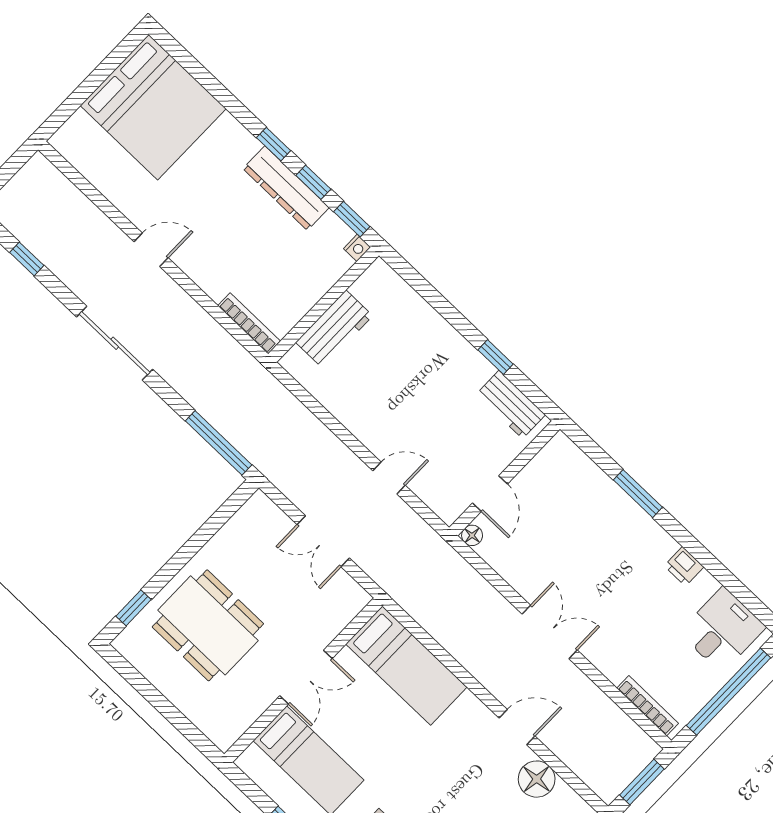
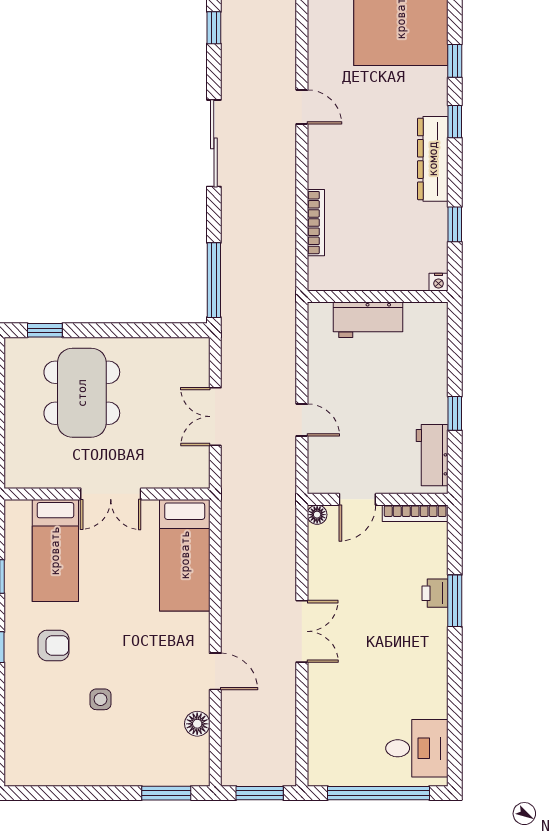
window: (313, 182) -> (455, 61), moved
nightstand: (357, 248) -> (439, 282), moved
wall: (324, 305) -> (378, 296), moved
workbench: (334, 329) -> (368, 320), moved
printer: (684, 566) -> (435, 593), moved
bookcase: (648, 706) -> (415, 513), moved, turned 90
floor lamp: (537, 779) -> (197, 724), width x0.73, depth x0.73

